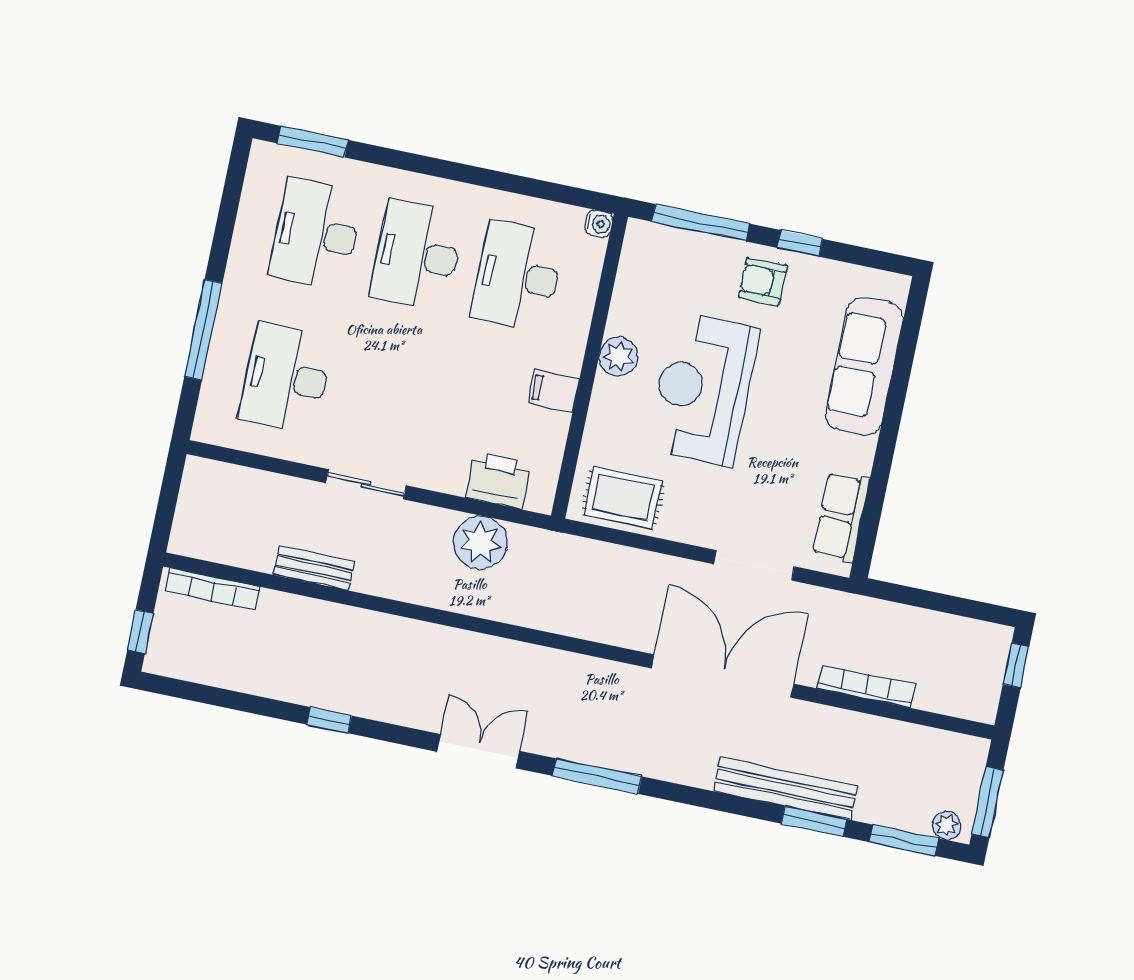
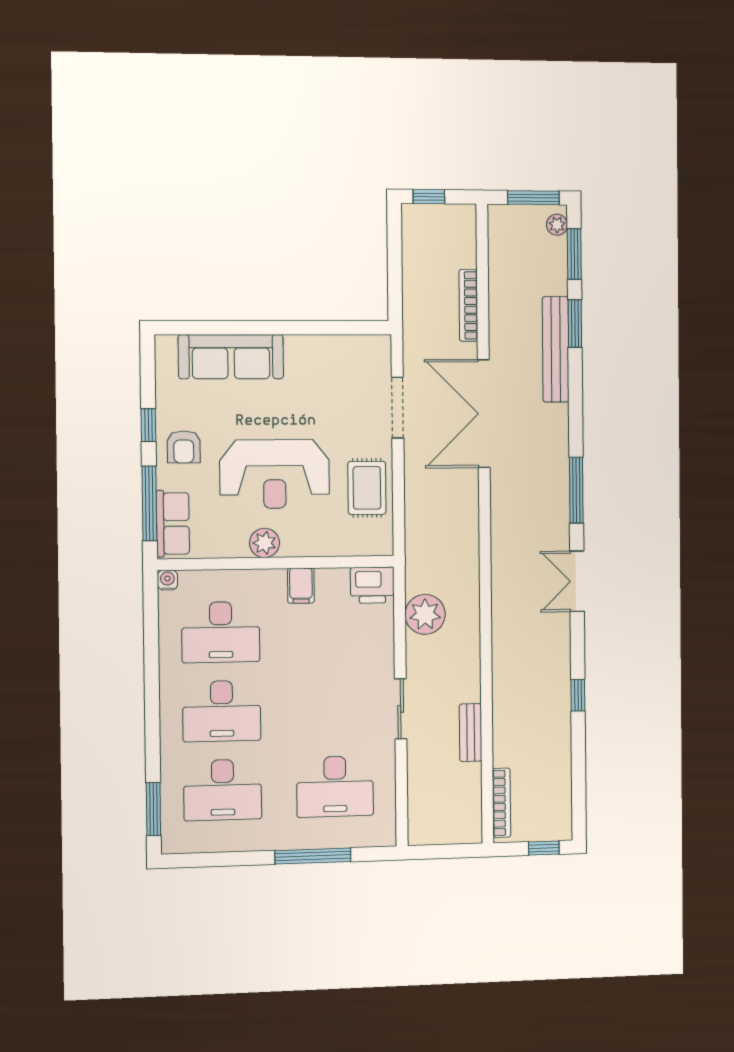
printer: (498, 480) -> (372, 585), moved, turned -90
rug: (623, 498) -> (367, 488), moved
row of seats: (841, 517) -> (173, 523), moved, turned -90

